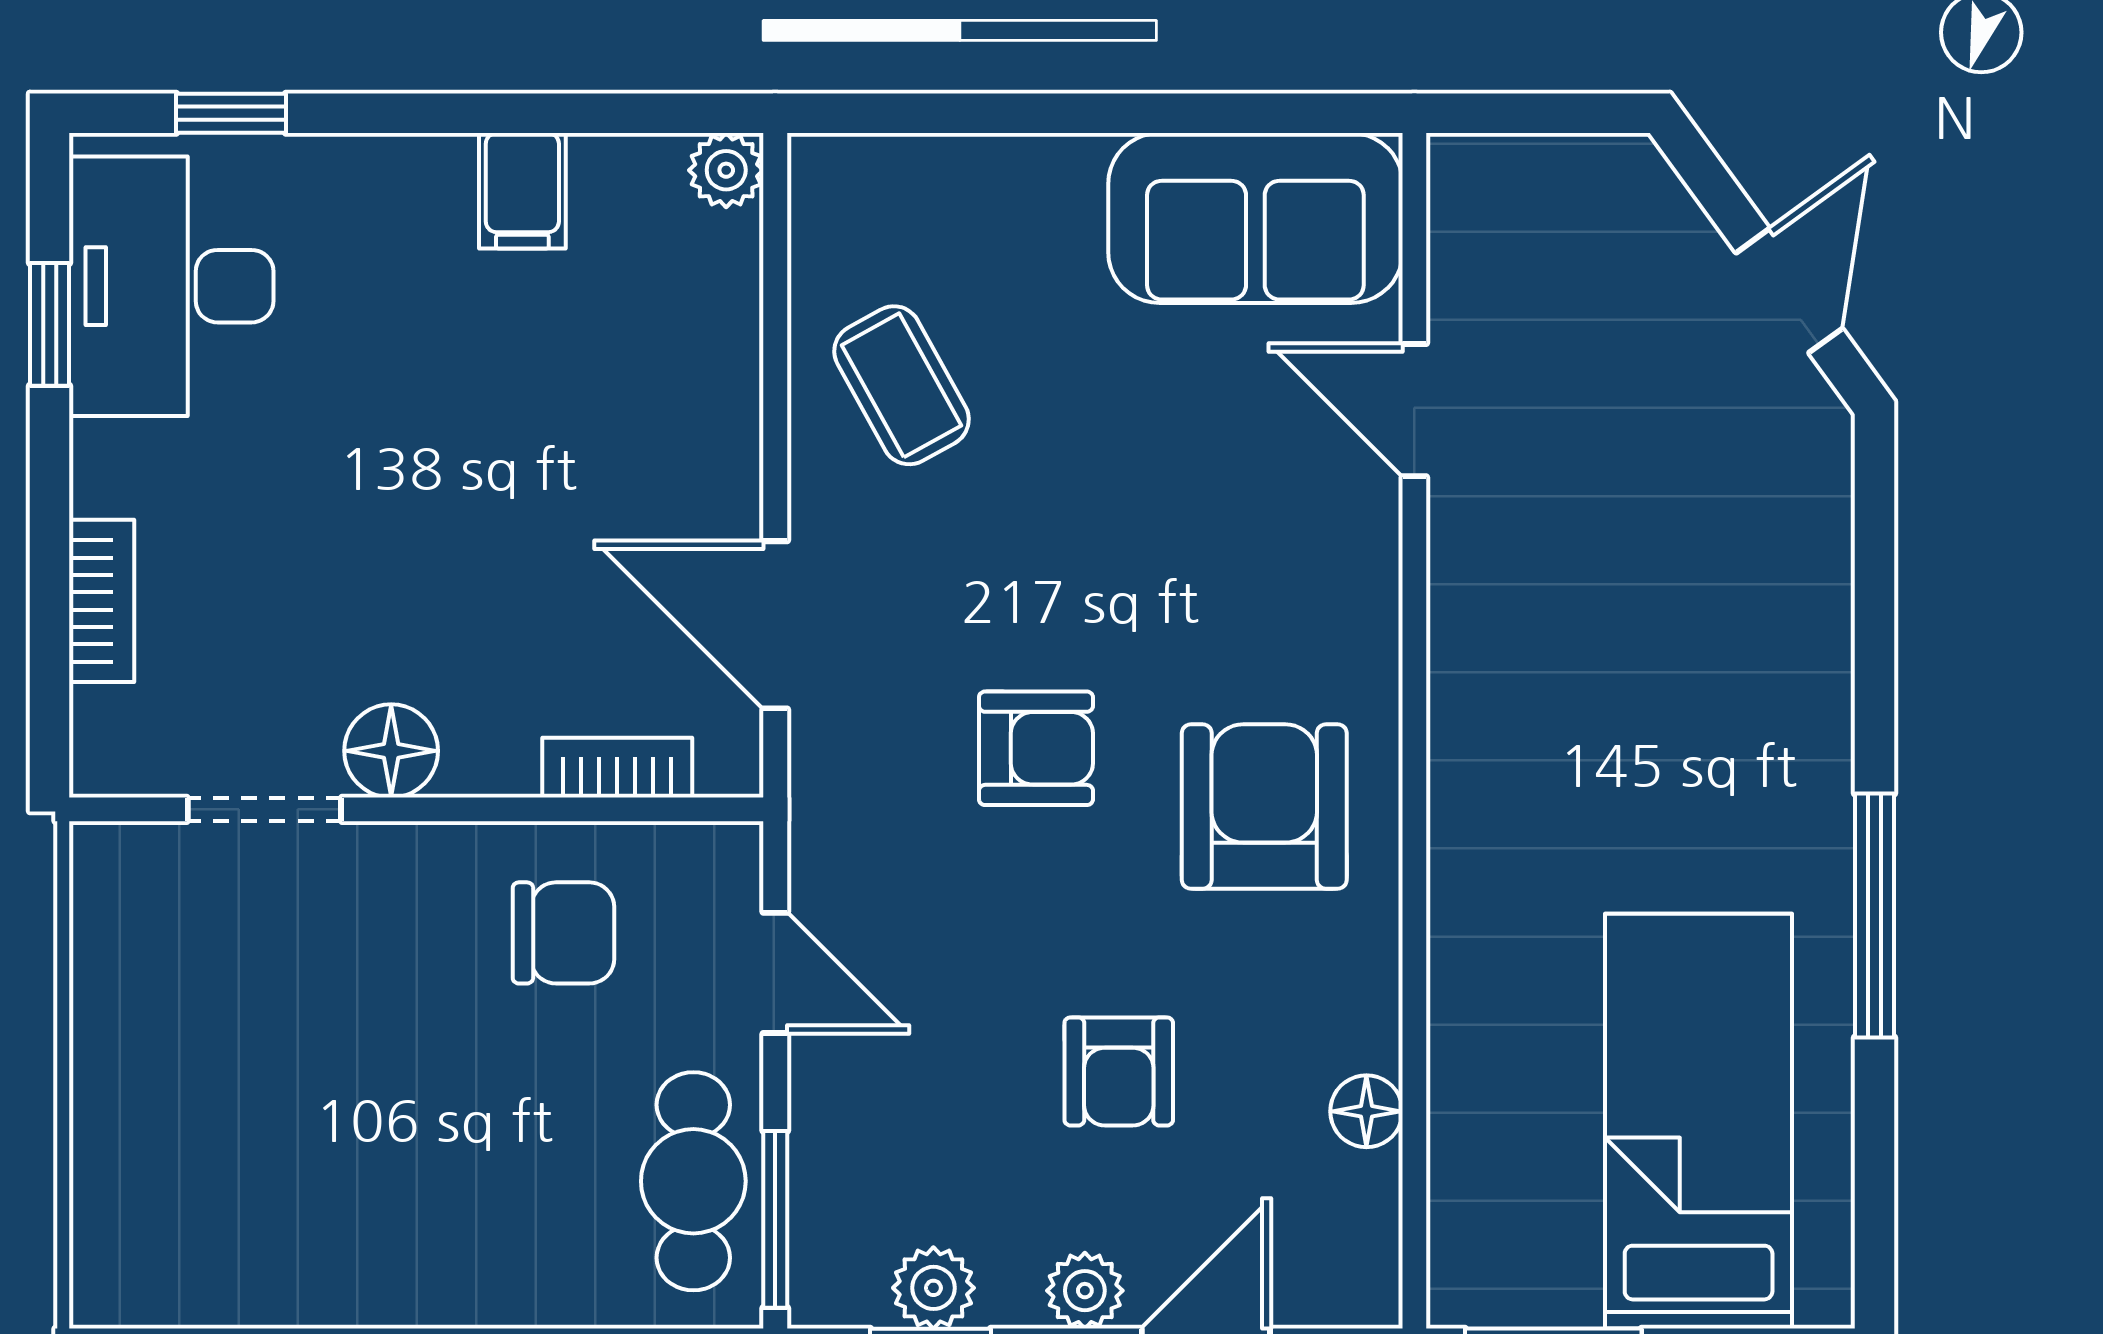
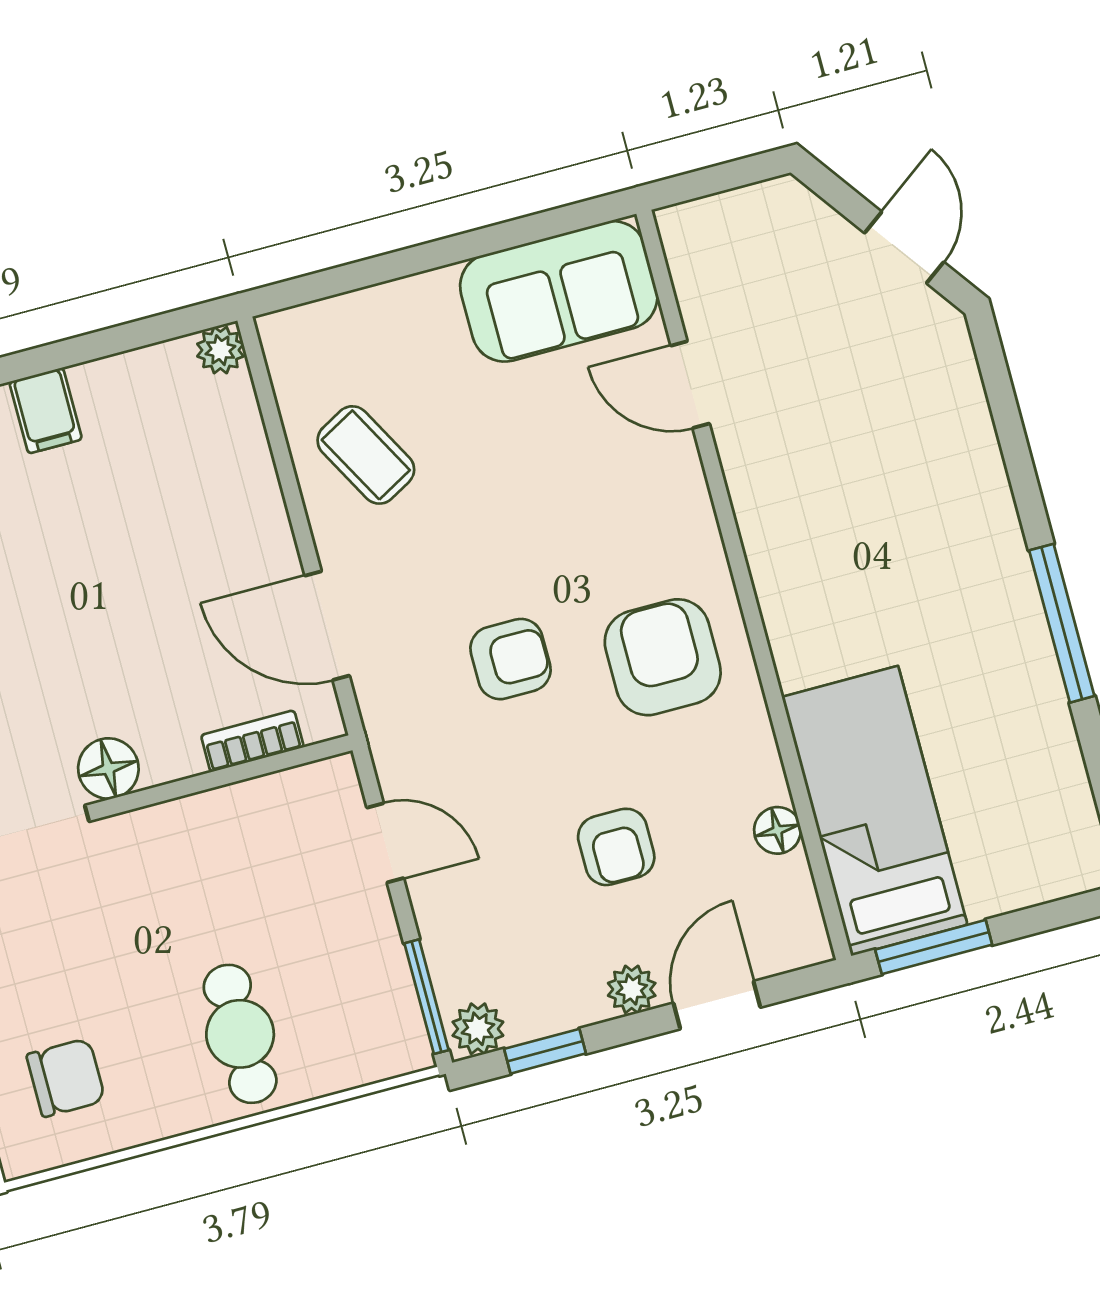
filing cabinet: (522, 191) -> (46, 411), moved
chair: (563, 933) -> (66, 1078), moved
bed: (1699, 1121) -> (875, 811), moved
cafe table: (693, 1181) -> (240, 1034), moved
plant: (933, 1288) -> (478, 1029), moved

